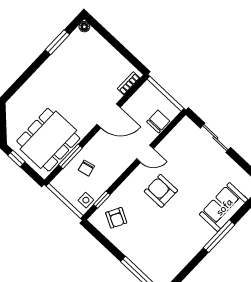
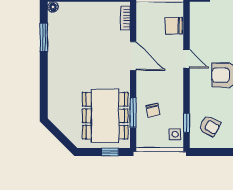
door: (109, 116) -> (133, 56), hinge flipped
chair: (158, 121) -> (174, 26), turned -90
door: (145, 154) -> (186, 59), hinge flipped
window: (16, 159) -> (110, 152), moved

